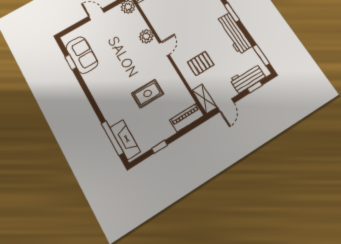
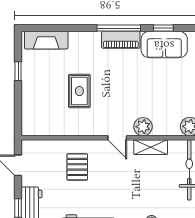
shelving: (204, 99) -> (151, 147), moved
piano: (187, 118) -> (121, 40), moved, turned 90
window: (112, 138) -> (119, 28), moved

